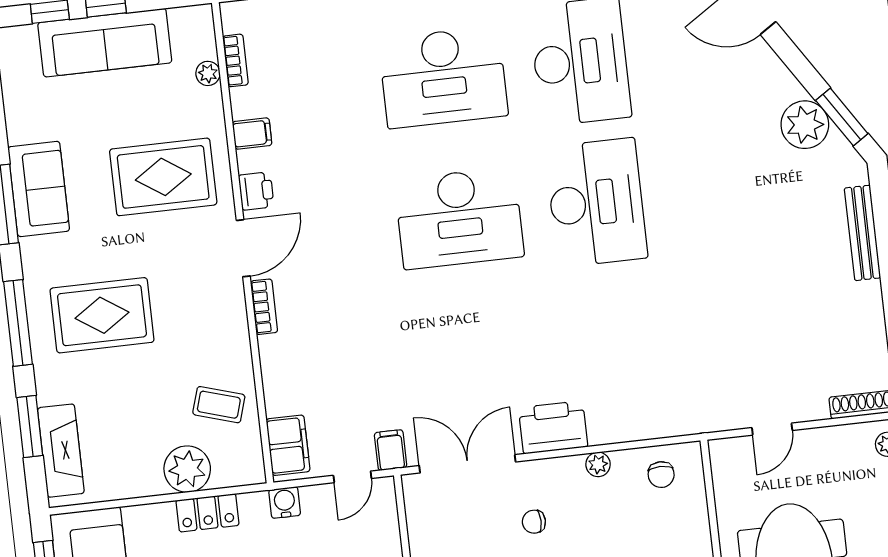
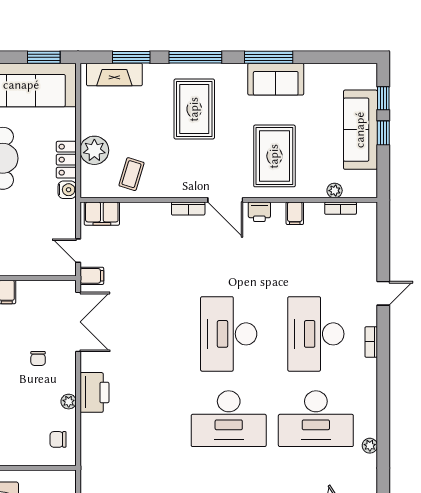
printer: (553, 427) -> (94, 392), moved
water cooler: (285, 502) -> (67, 190), moved
chair: (534, 522) -> (38, 358), turned 180

